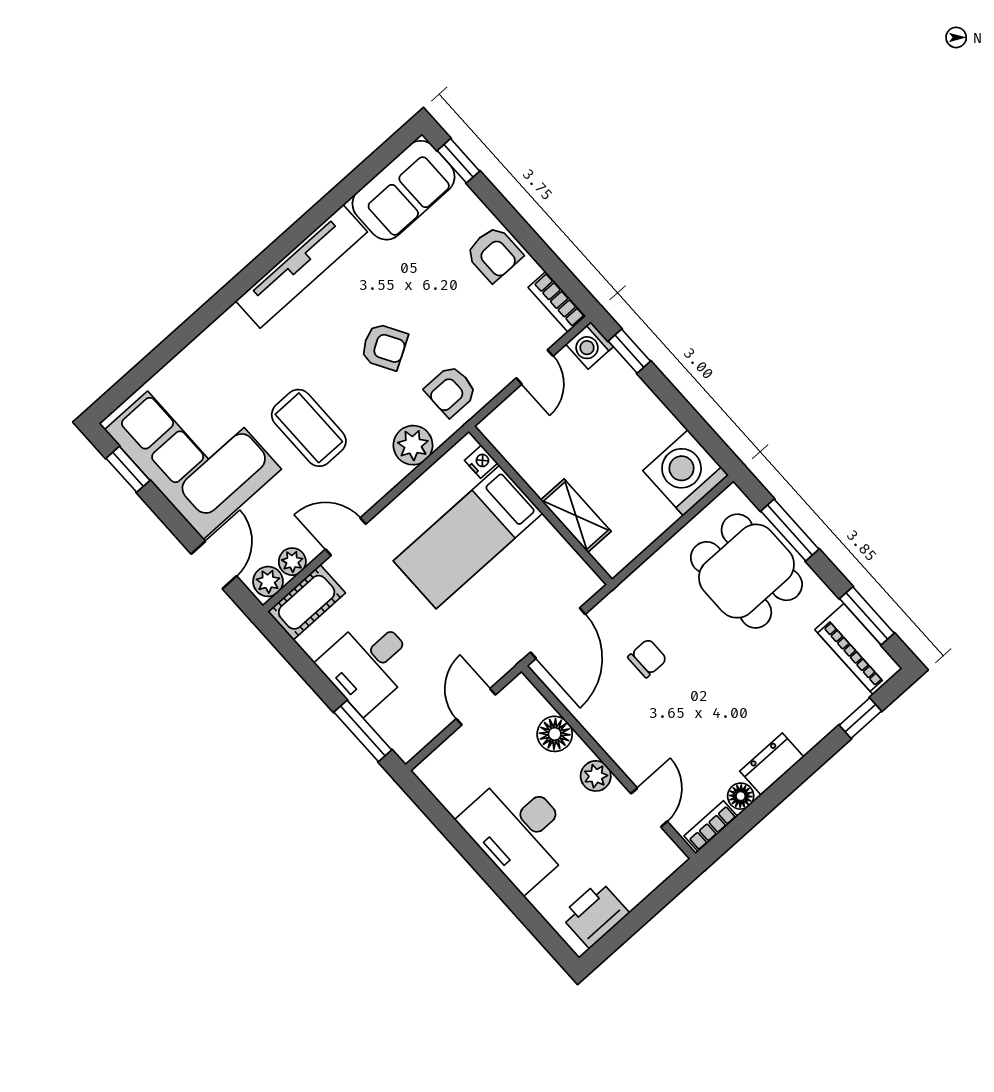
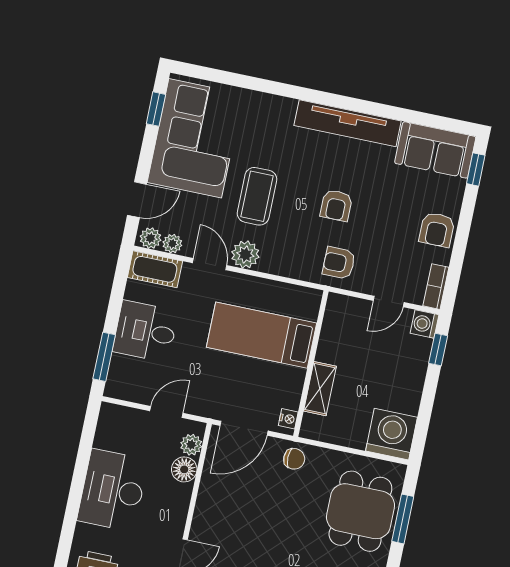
armchair: (384, 347) -> (336, 205), turned 30
plant: (413, 445) -> (245, 254), moved
nightstand: (481, 462) -> (288, 419), moved
chair: (647, 658) -> (294, 459), moved
plant: (596, 776) -> (191, 445), moved

